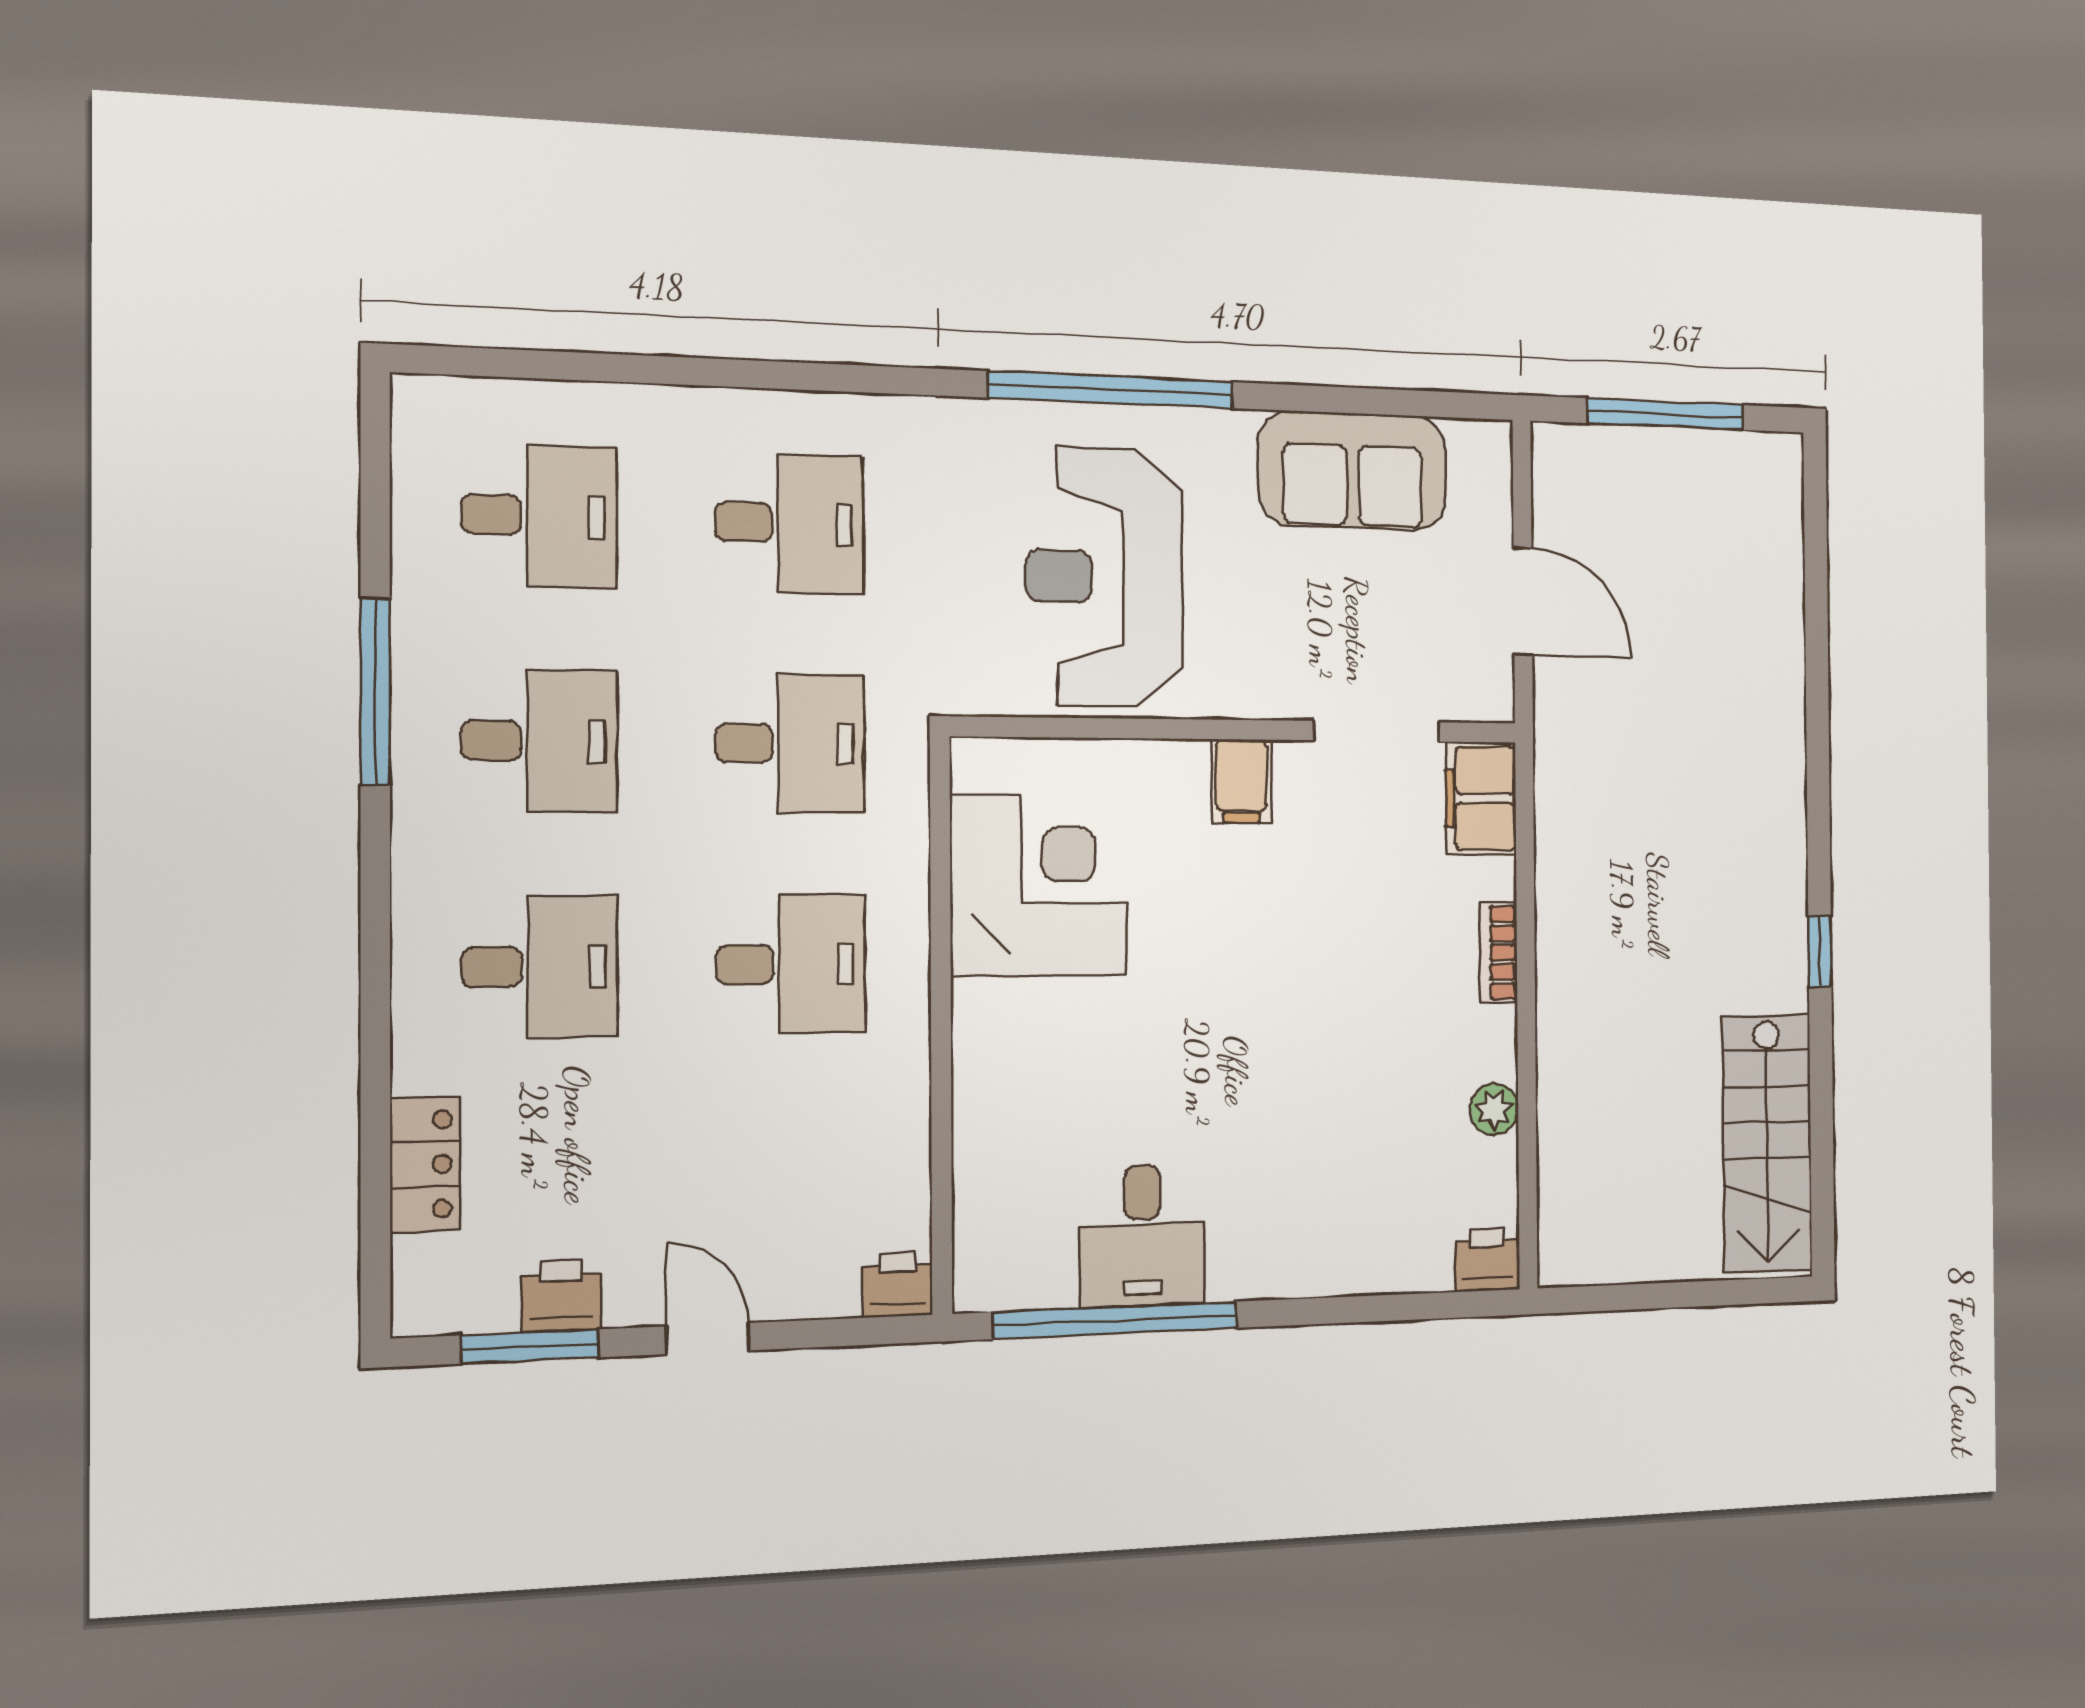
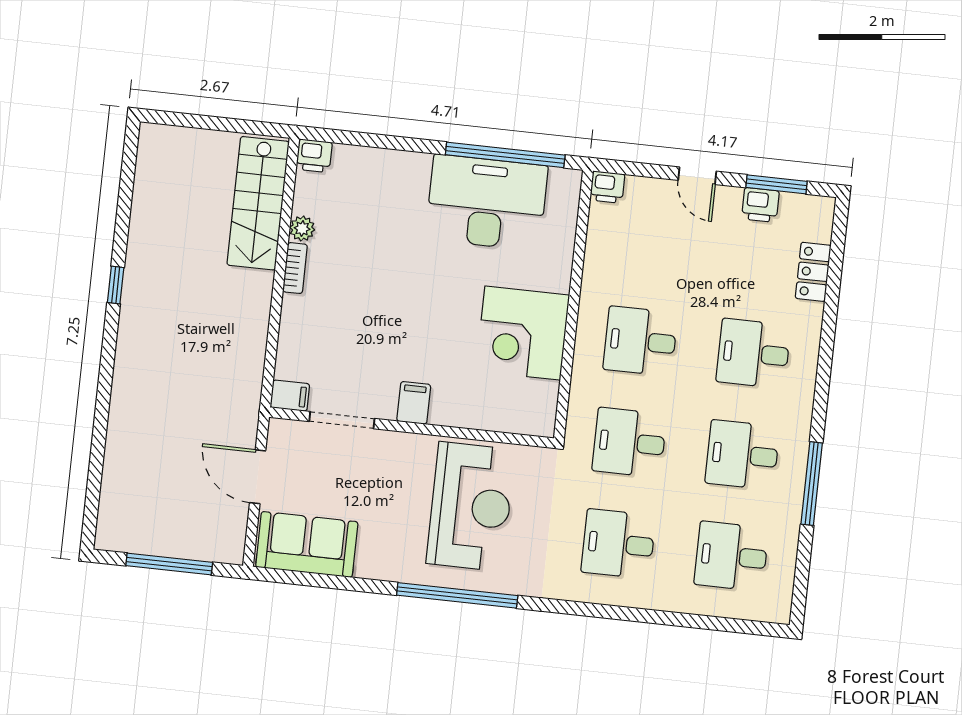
sofa: (1353, 470) -> (307, 544), moved
filing cabinet: (1481, 798) -> (290, 396), width x0.50
corner desk: (1039, 885) -> (523, 333), moved
bookcase: (1498, 953) -> (295, 268), moved
stairs: (1767, 1143) -> (258, 203), moved, turned 180
desk: (1142, 1236) -> (487, 203), width x1.87, depth x1.30

